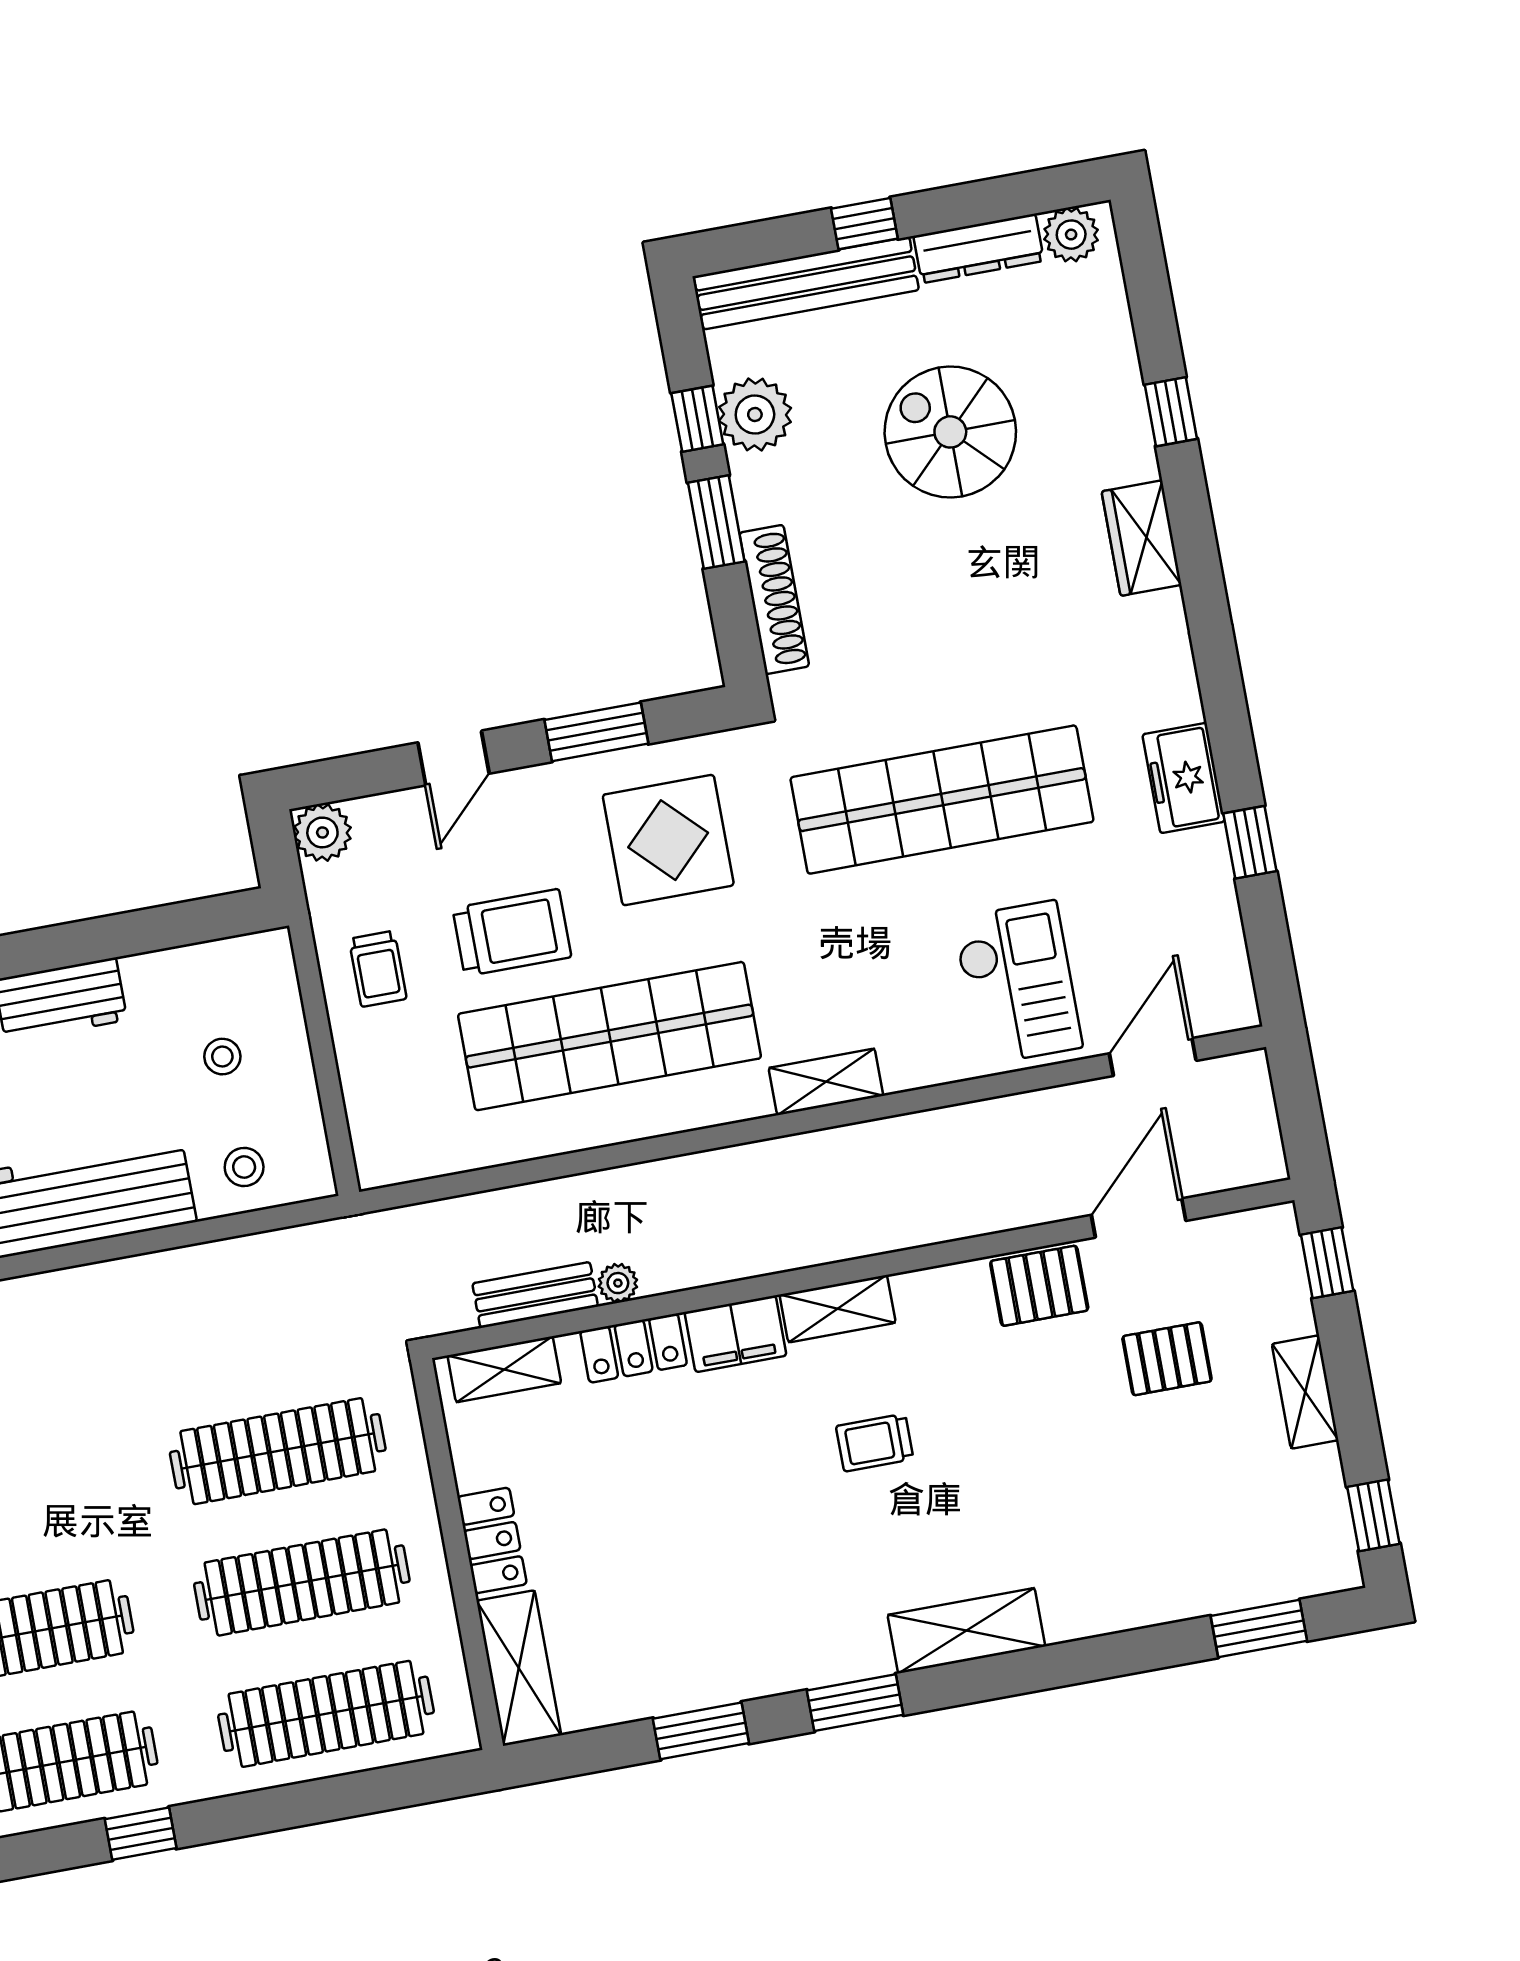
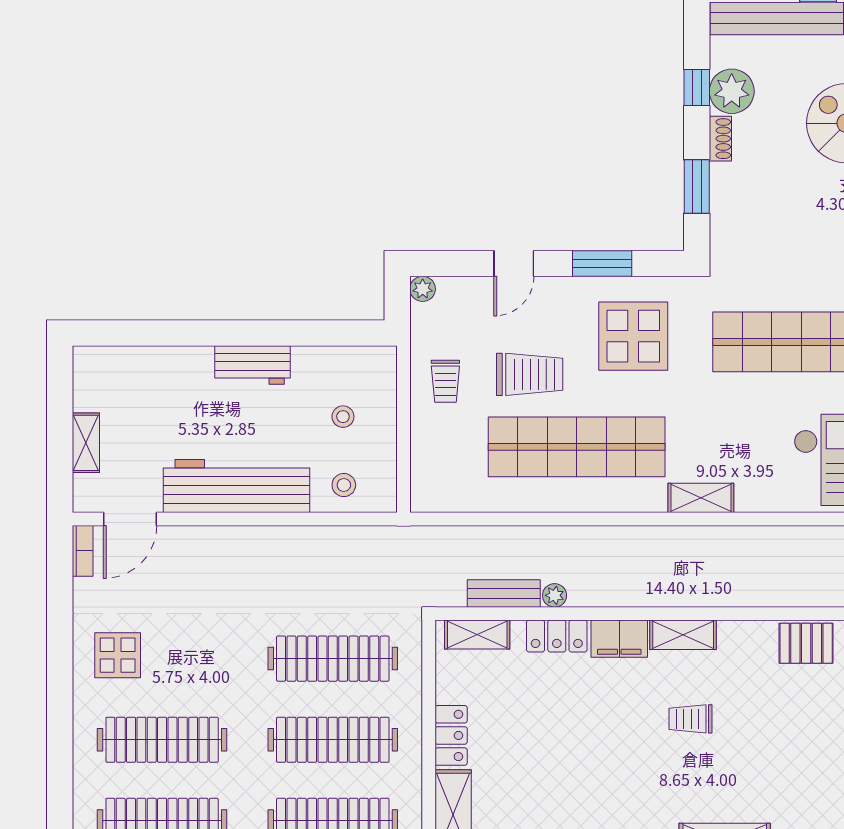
window: (716, 522) -> (697, 186), moved
shoe rack: (774, 599) -> (720, 139), moved, width x0.51, depth x0.81
plant: (322, 832) -> (423, 289), width x0.73, depth x0.73

